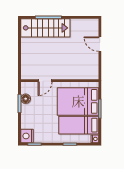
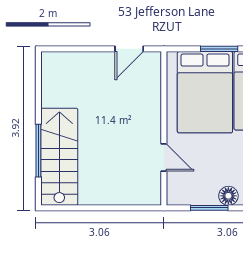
door: (100, 44) -> (129, 49), moved
floor lamp: (26, 99) -> (228, 196), moved

